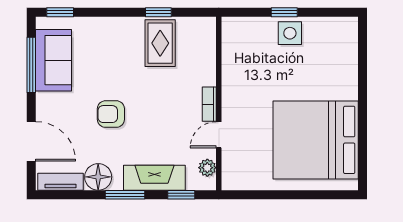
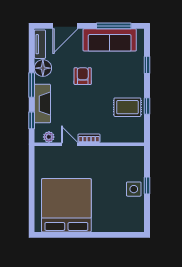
window: (60, 12) -> (147, 65), moved
sofa: (54, 60) -> (110, 40), width x1.36

